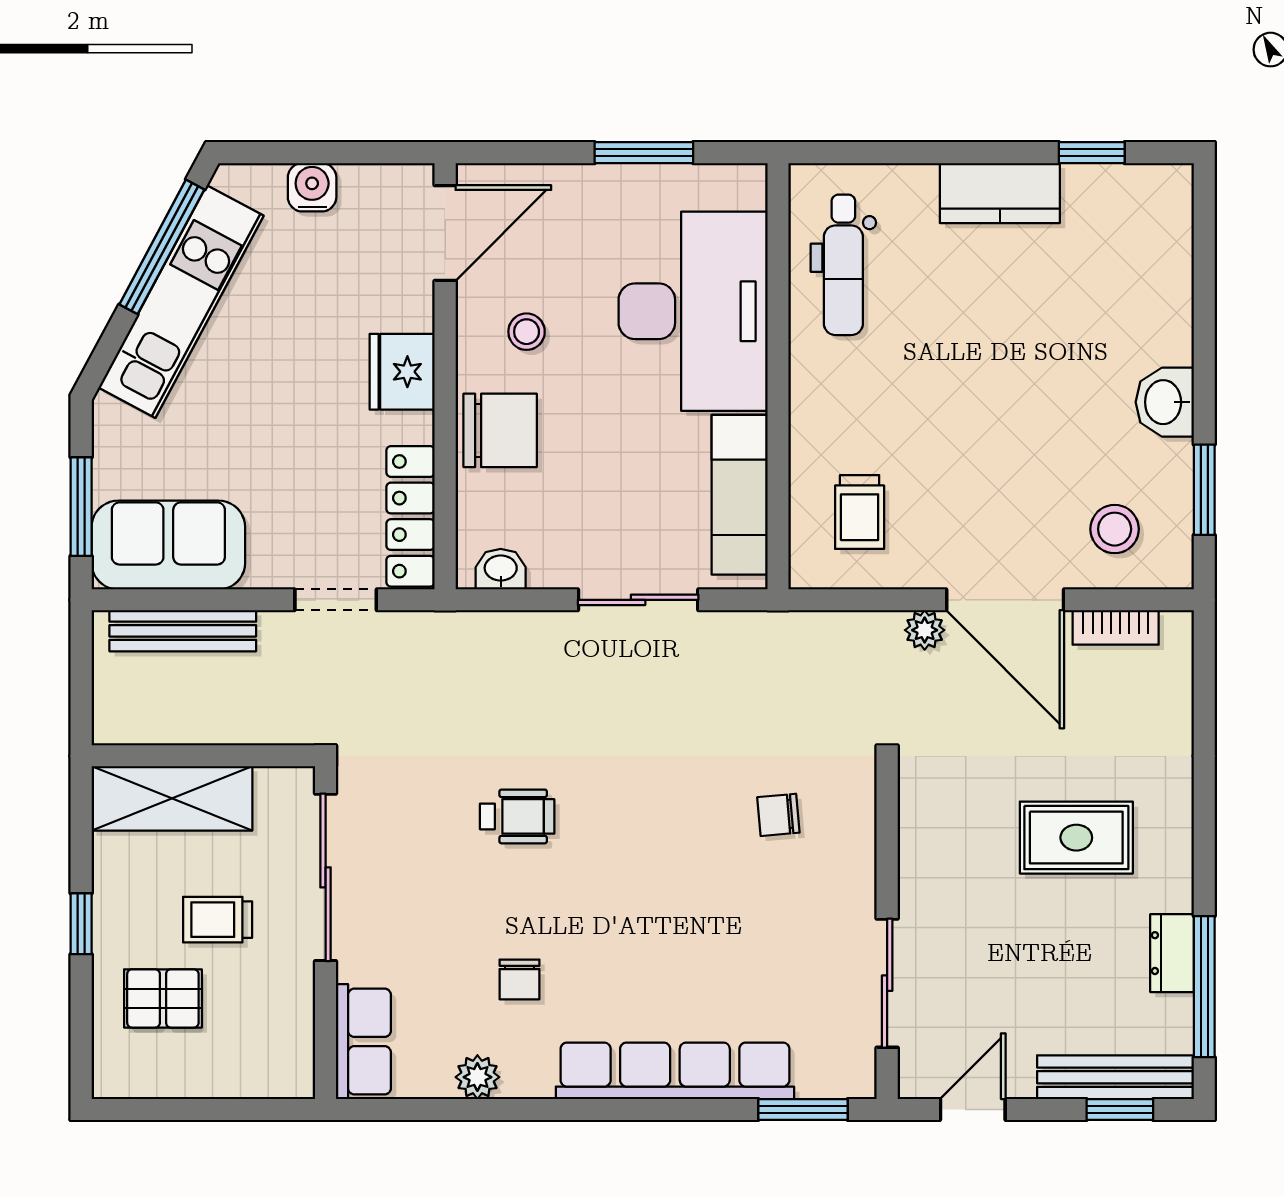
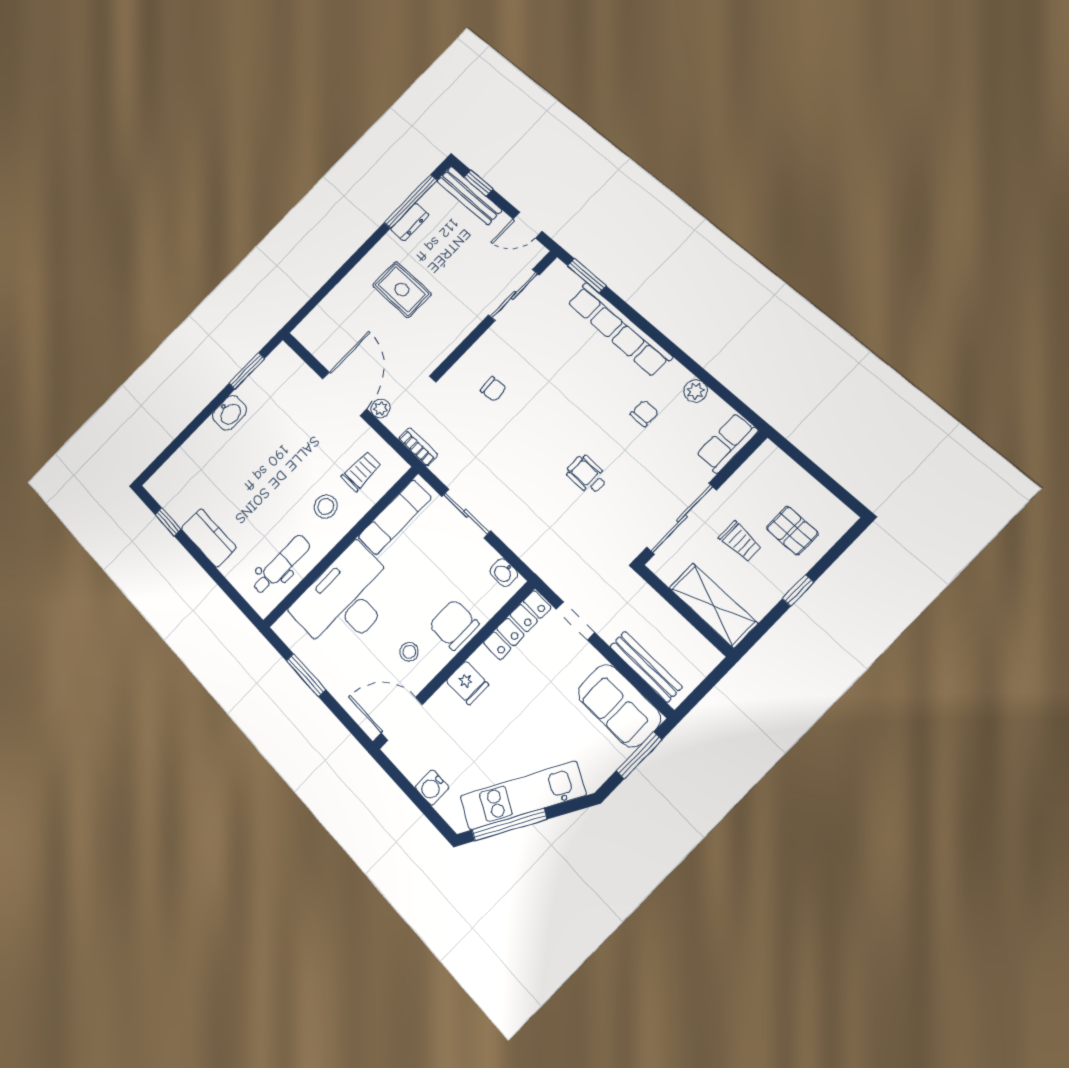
fridge: (402, 372) -> (467, 683), width x0.72
stool: (1115, 529) -> (326, 506), moved
bookcase: (1116, 627) -> (418, 447), moved

